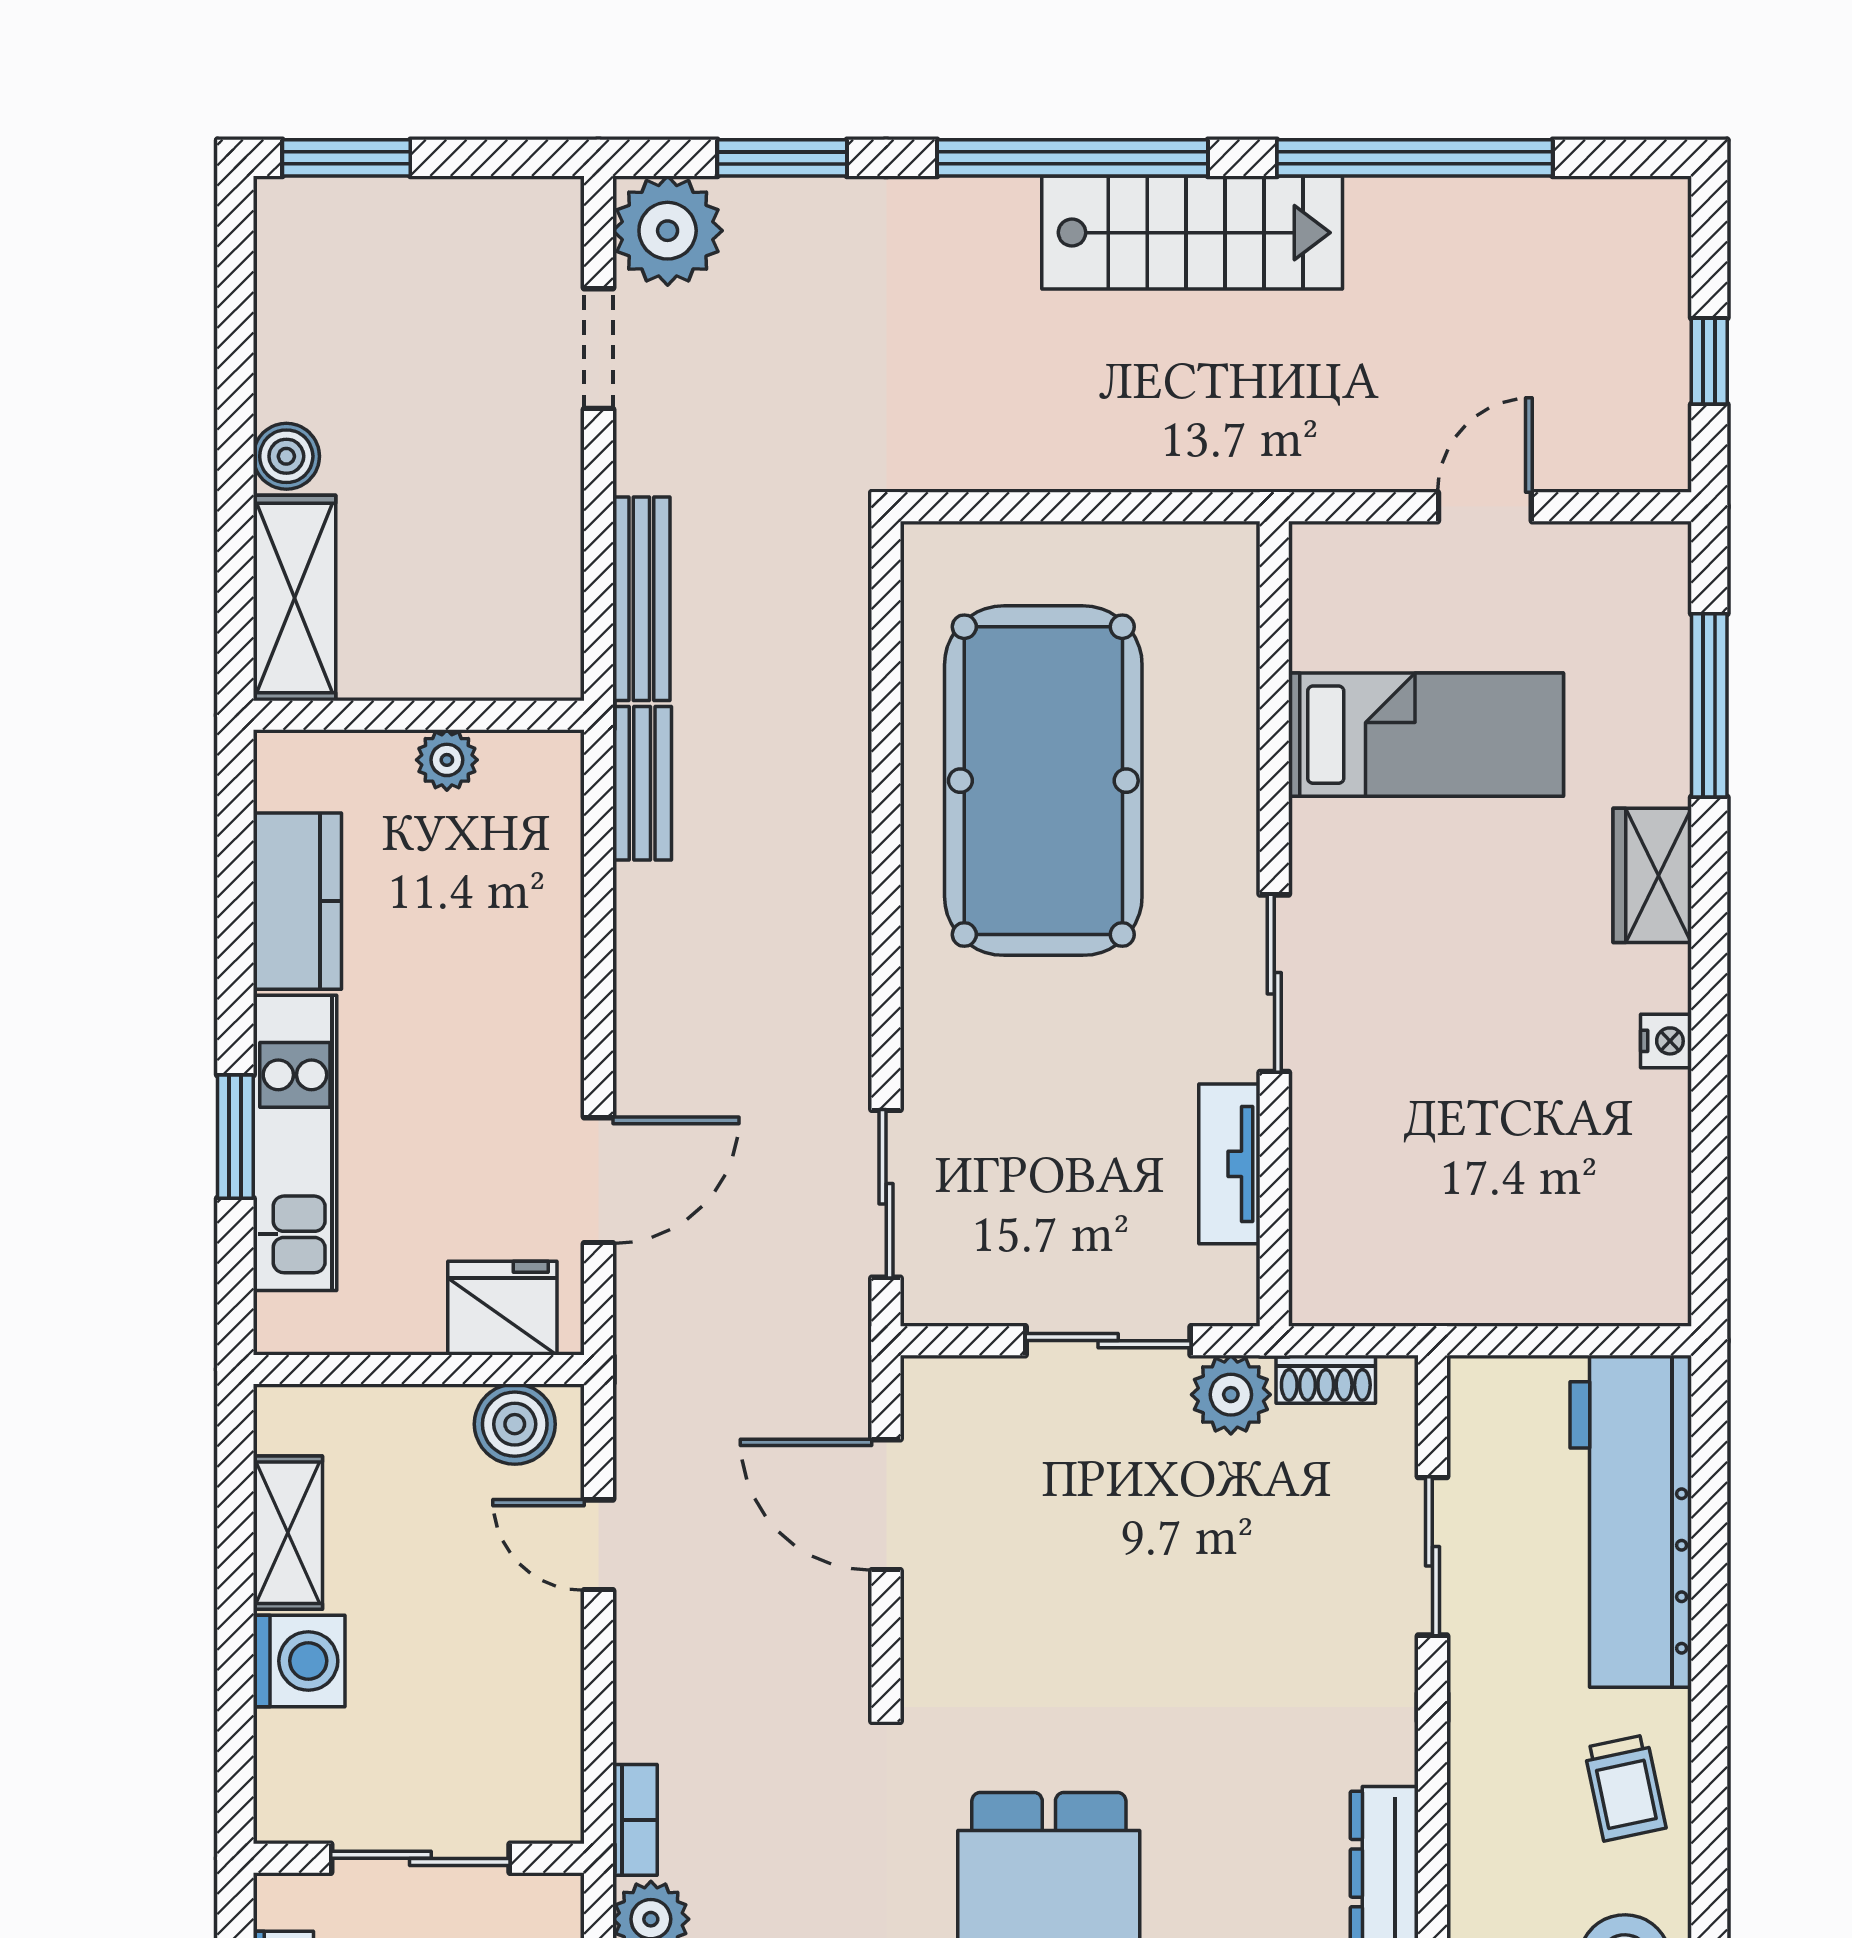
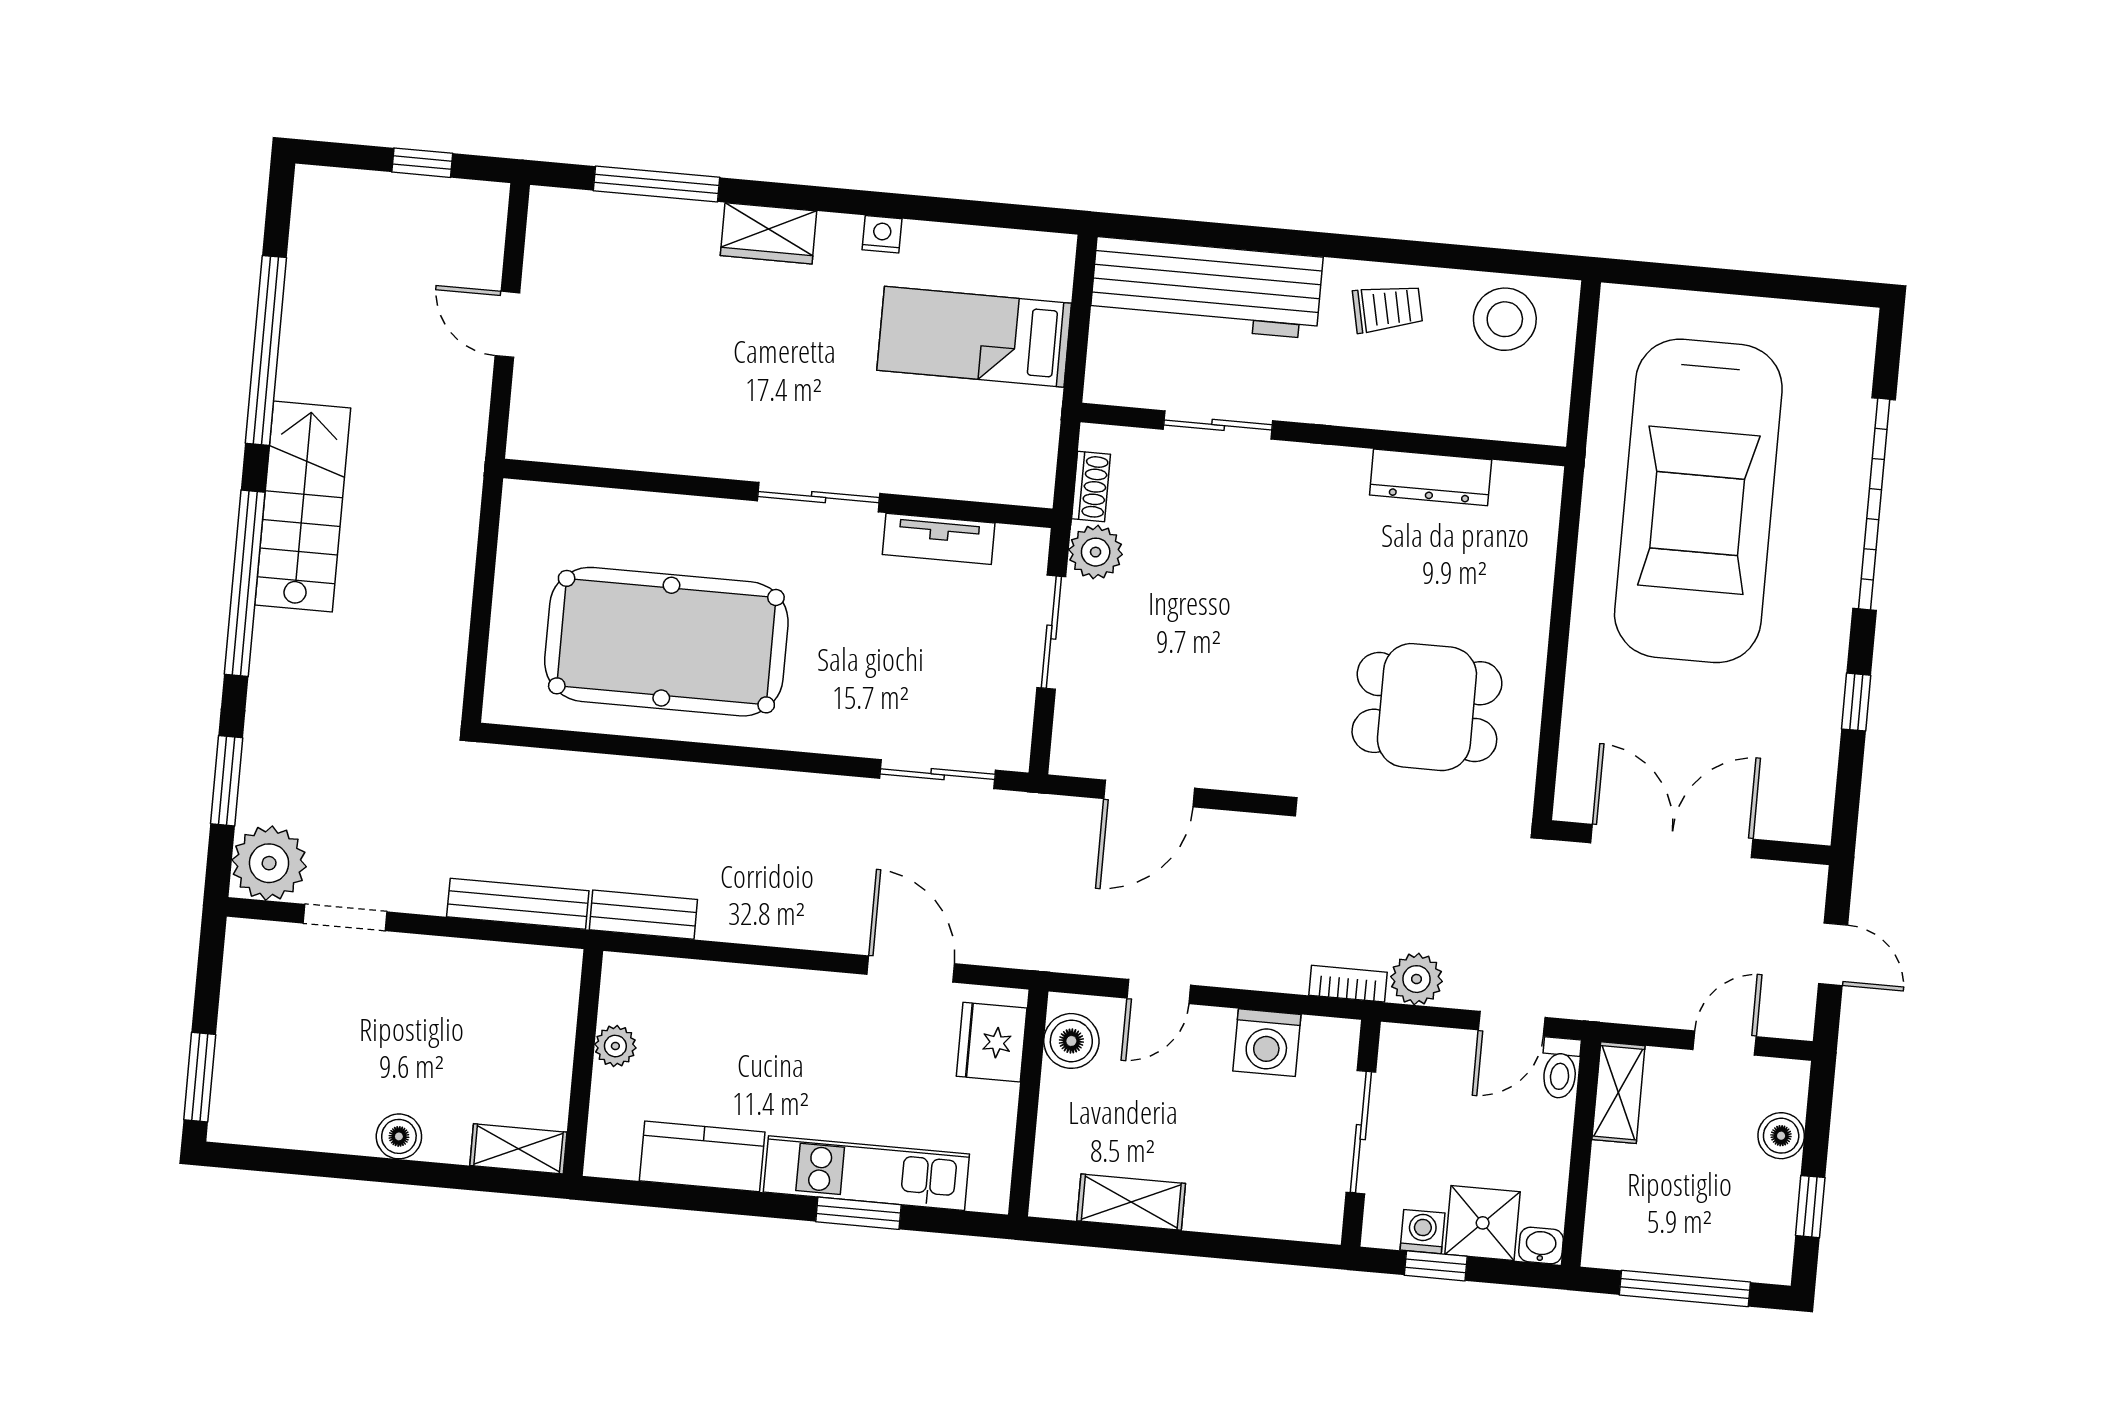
shelving: (294, 598) -> (518, 1149), width x0.67, depth x0.75
bed: (1426, 735) -> (974, 337), moved, turned -90
washing machine: (299, 1661) -> (1267, 1043), moved, turned 180

